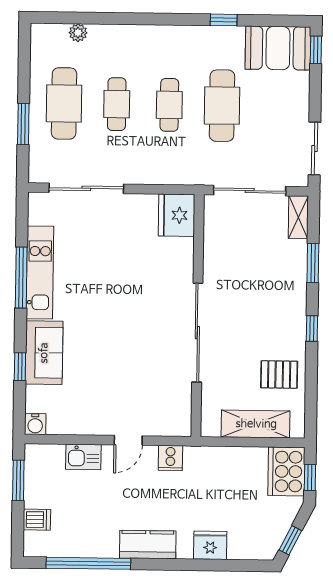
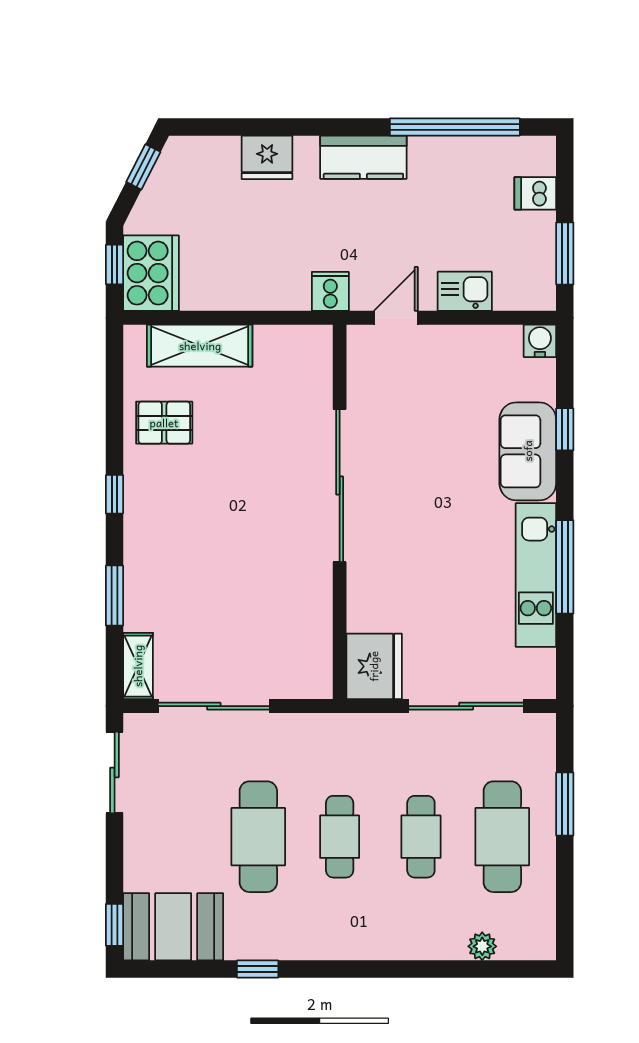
fridge: (177, 215) -> (374, 666), moved
wall: (198, 316) -> (340, 512), moved
sliding door: (197, 333) -> (340, 486), moved

